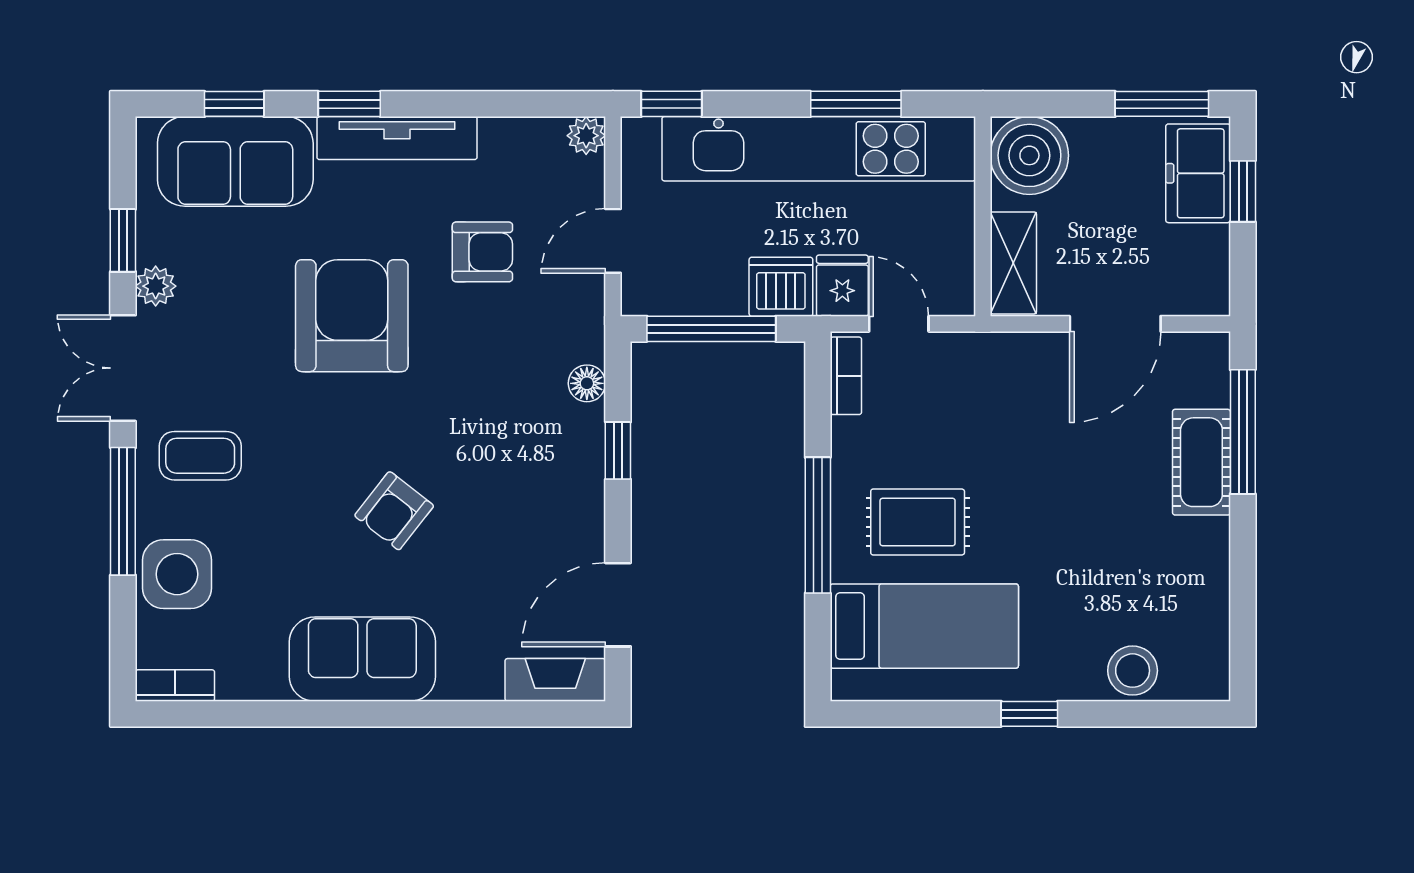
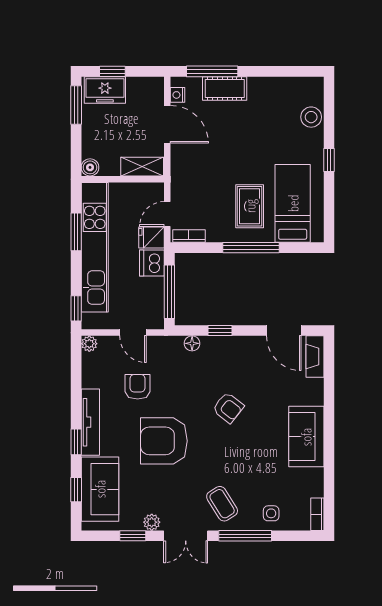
boiler: (1029, 155) -> (90, 167), width x0.54, depth x0.54
nightstand: (1186, 349) -> (178, 95), added
coffee table: (200, 456) -> (222, 504), turned -32
armchair: (394, 511) -> (228, 408), moved
side table: (177, 574) -> (271, 513), width x0.54, depth x0.54

